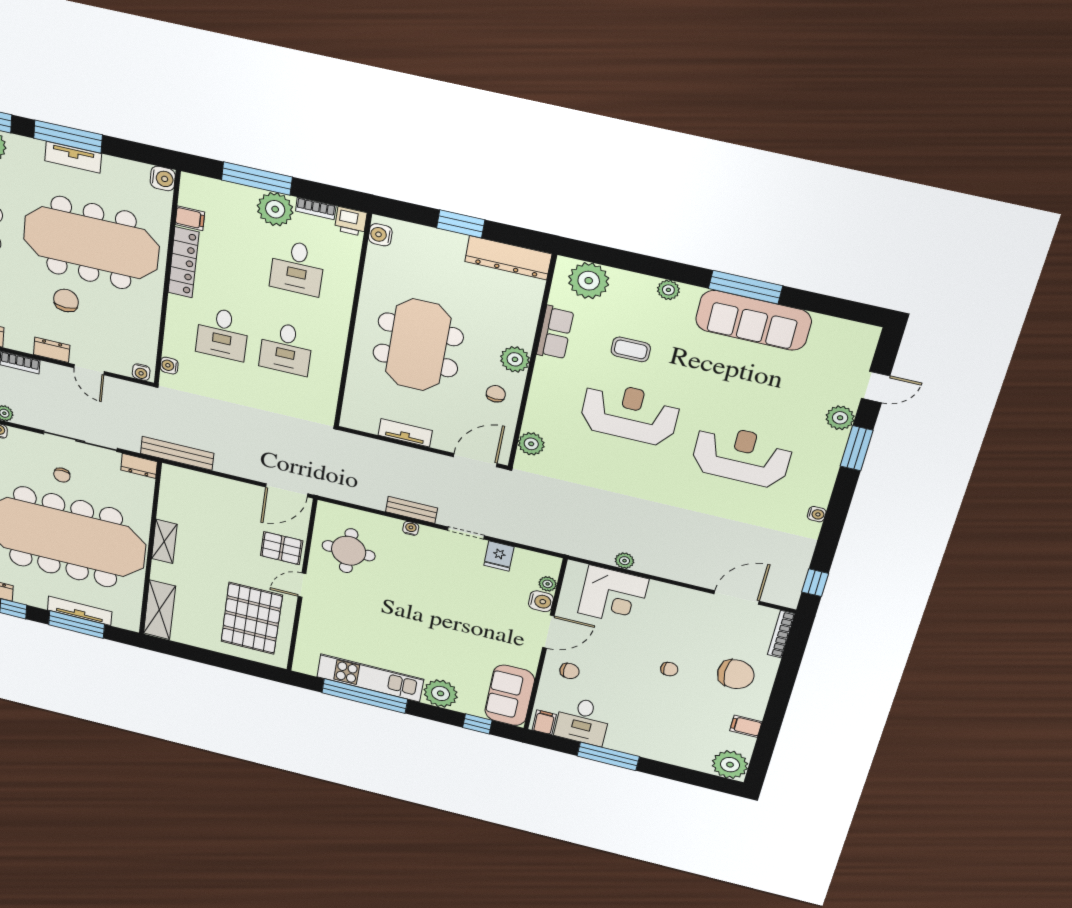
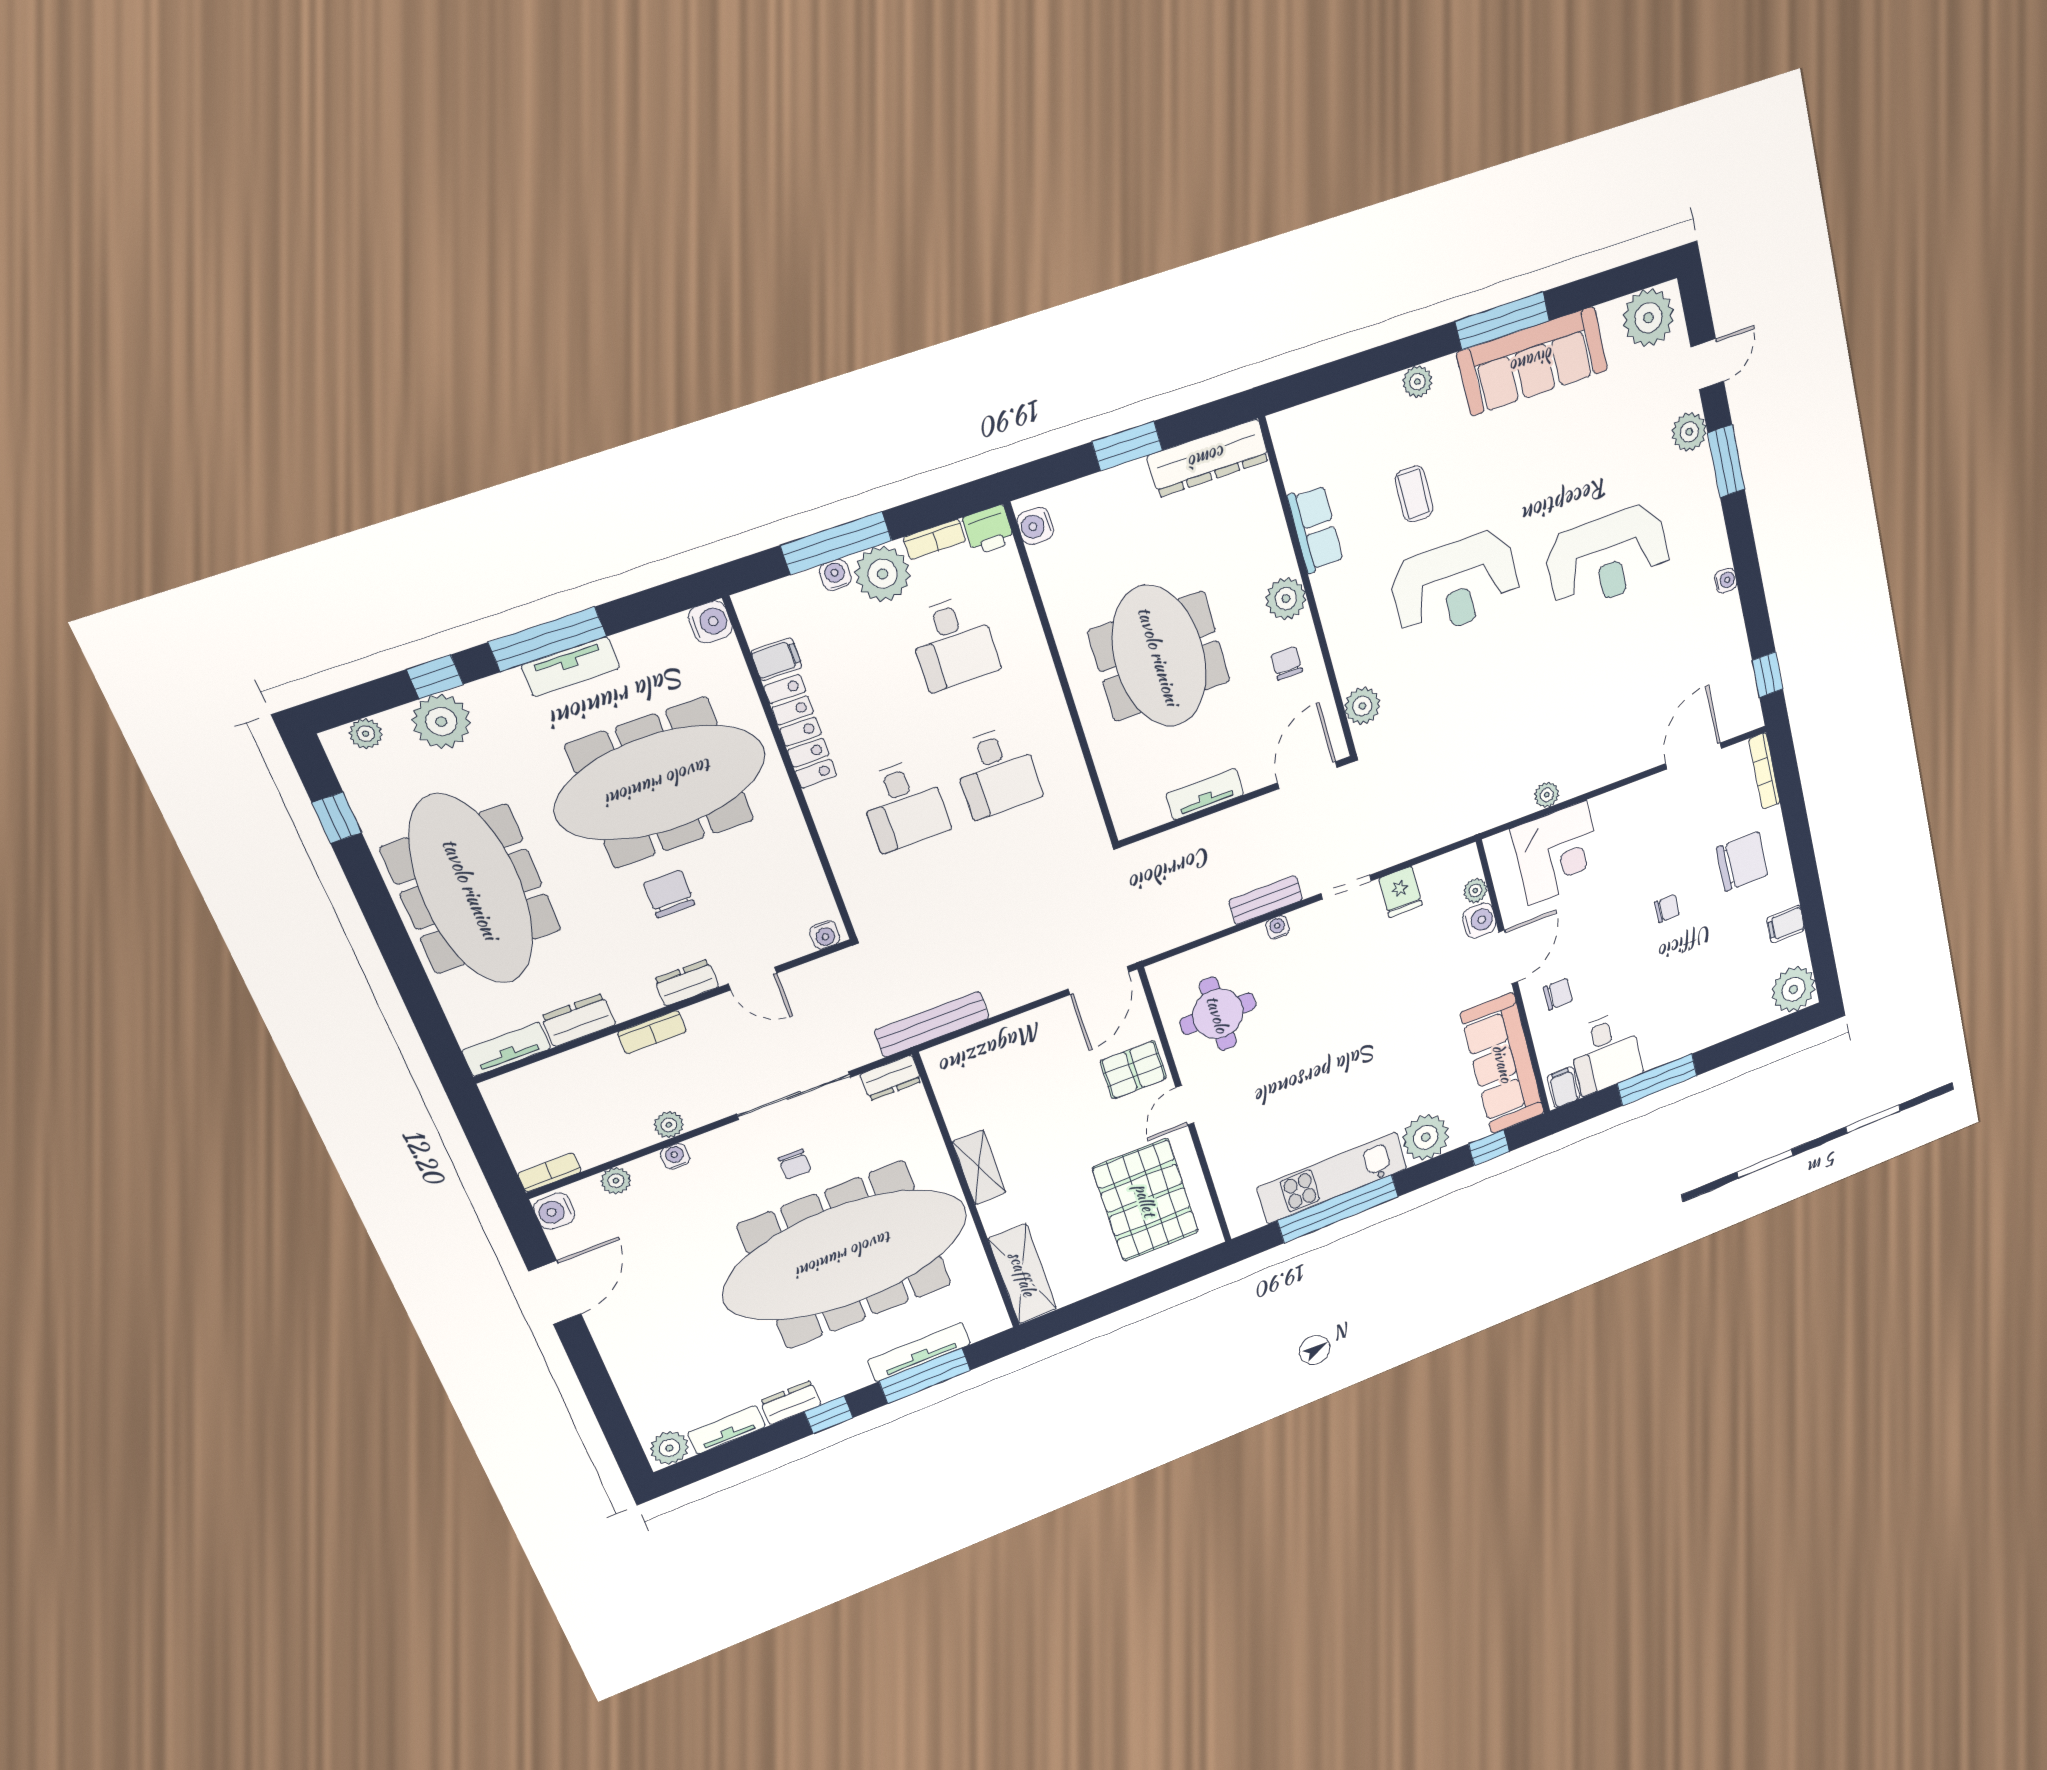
plant: (589, 281) -> (1648, 318), moved
coffee table: (631, 349) -> (1414, 494), turned 90
water cooler: (169, 366) -> (835, 575), moved, turned 90
reception desk: (630, 413) -> (1455, 584), turned 180
reception desk: (742, 456) -> (1608, 557), turned 180
sofa: (510, 695) -> (1503, 1063), width x1.36

